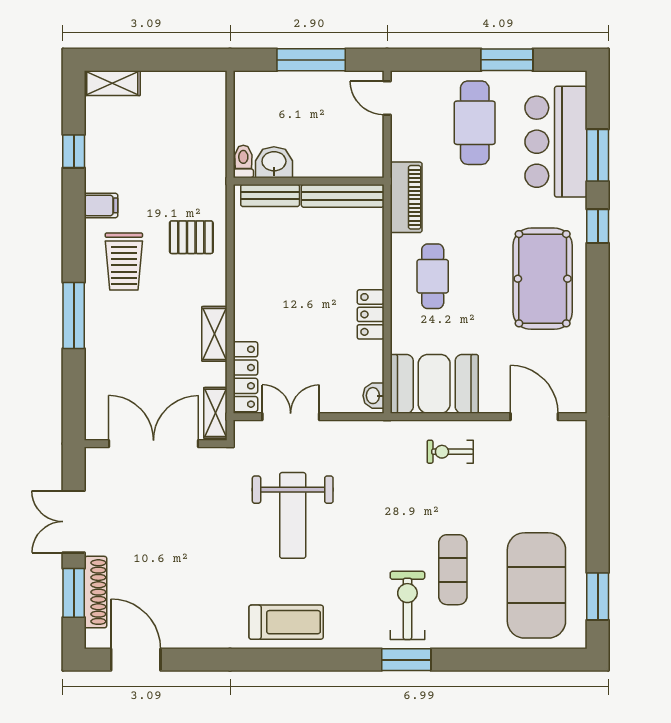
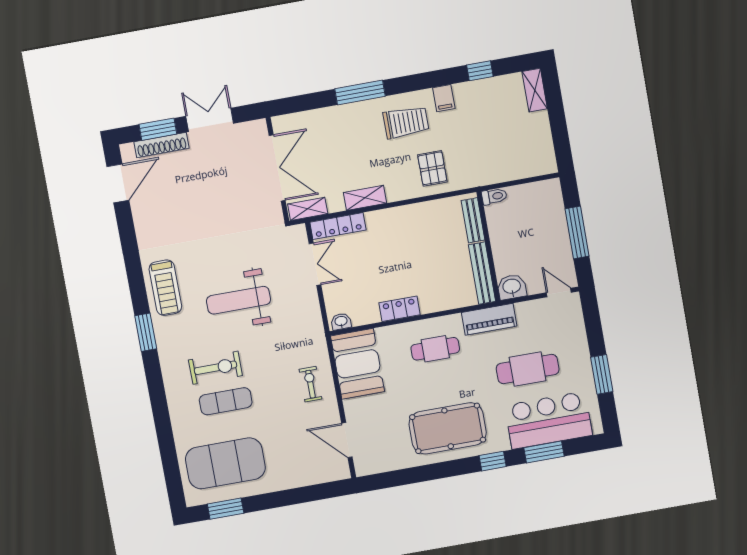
door: (387, 98) -> (559, 293), hinge flipped
cafe table: (475, 123) -> (528, 369), moved
washbasin: (274, 162) -> (512, 287), moved, turned -90
trolley: (124, 261) -> (406, 122), turned 180
door: (534, 417) -> (347, 440), swing flipped
weight bench: (293, 515) -> (238, 300), moved
exercise bike: (407, 605) -> (215, 368), moved
window: (406, 660) -> (146, 332), moved

